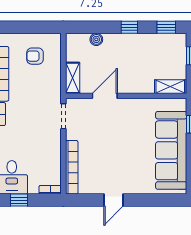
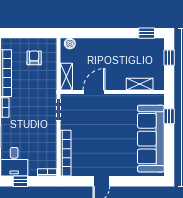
window: (129, 27) -> (115, 33), removed
boiler: (96, 39) -> (70, 44), moved
armchair: (35, 56) -> (34, 58), turned 90
shelving: (170, 87) -> (140, 84), moved

